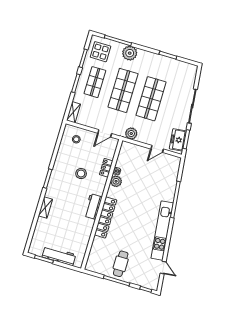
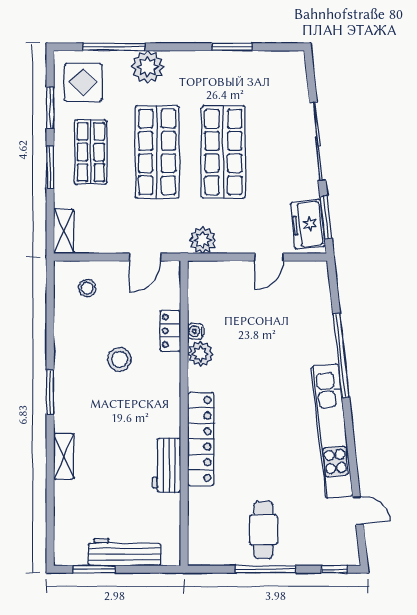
workbench: (93, 206) -> (167, 465), moved

